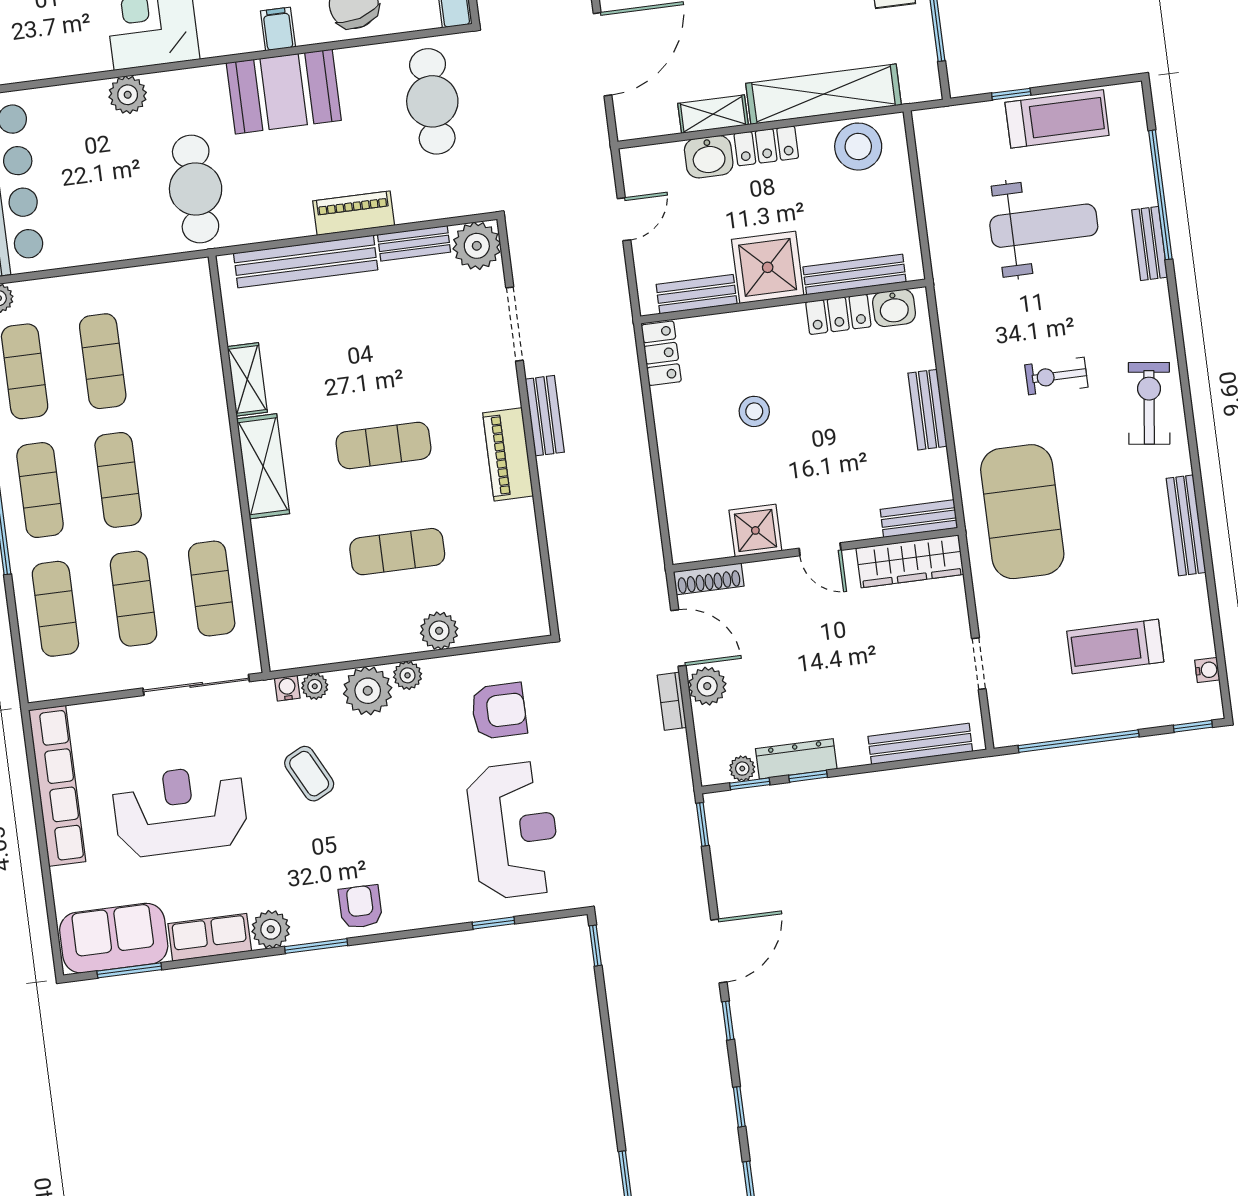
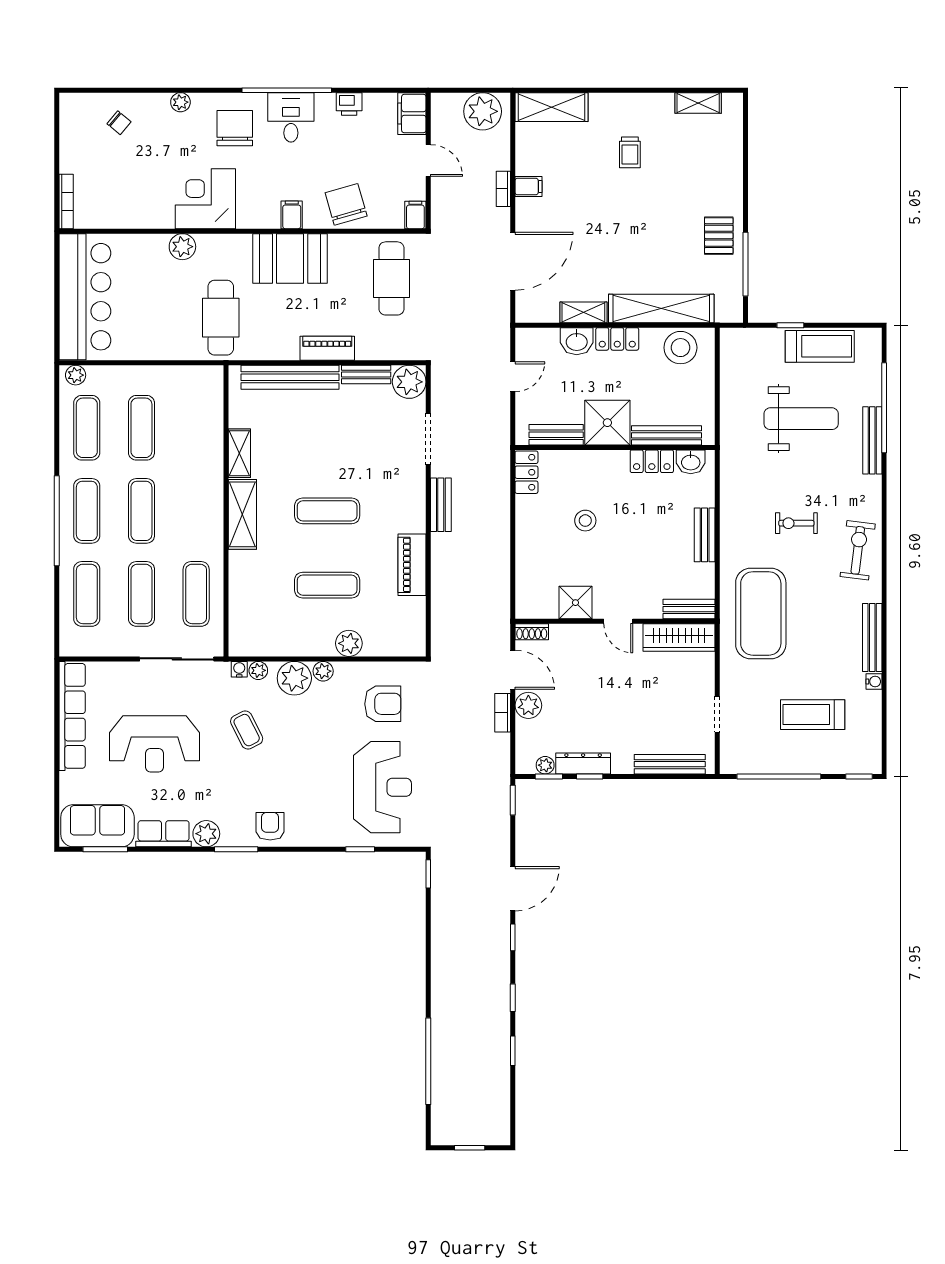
bench: (1150, 244) -> (872, 440), width x1.36
piano: (508, 454) -> (412, 565), moved
shoe rack: (709, 579) -> (532, 632), width x0.70
water cooler: (1207, 670) -> (874, 681), moved
reception desk: (180, 811) -> (155, 744), turned 180

